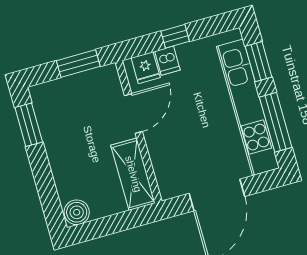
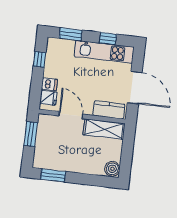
window: (175, 36) -> (39, 59), moved
kitchen unit: (248, 107) -> (104, 52), width x0.73
window: (276, 122) -> (108, 39), width x0.46
kitchen counter: (166, 169) -> (109, 110), added

